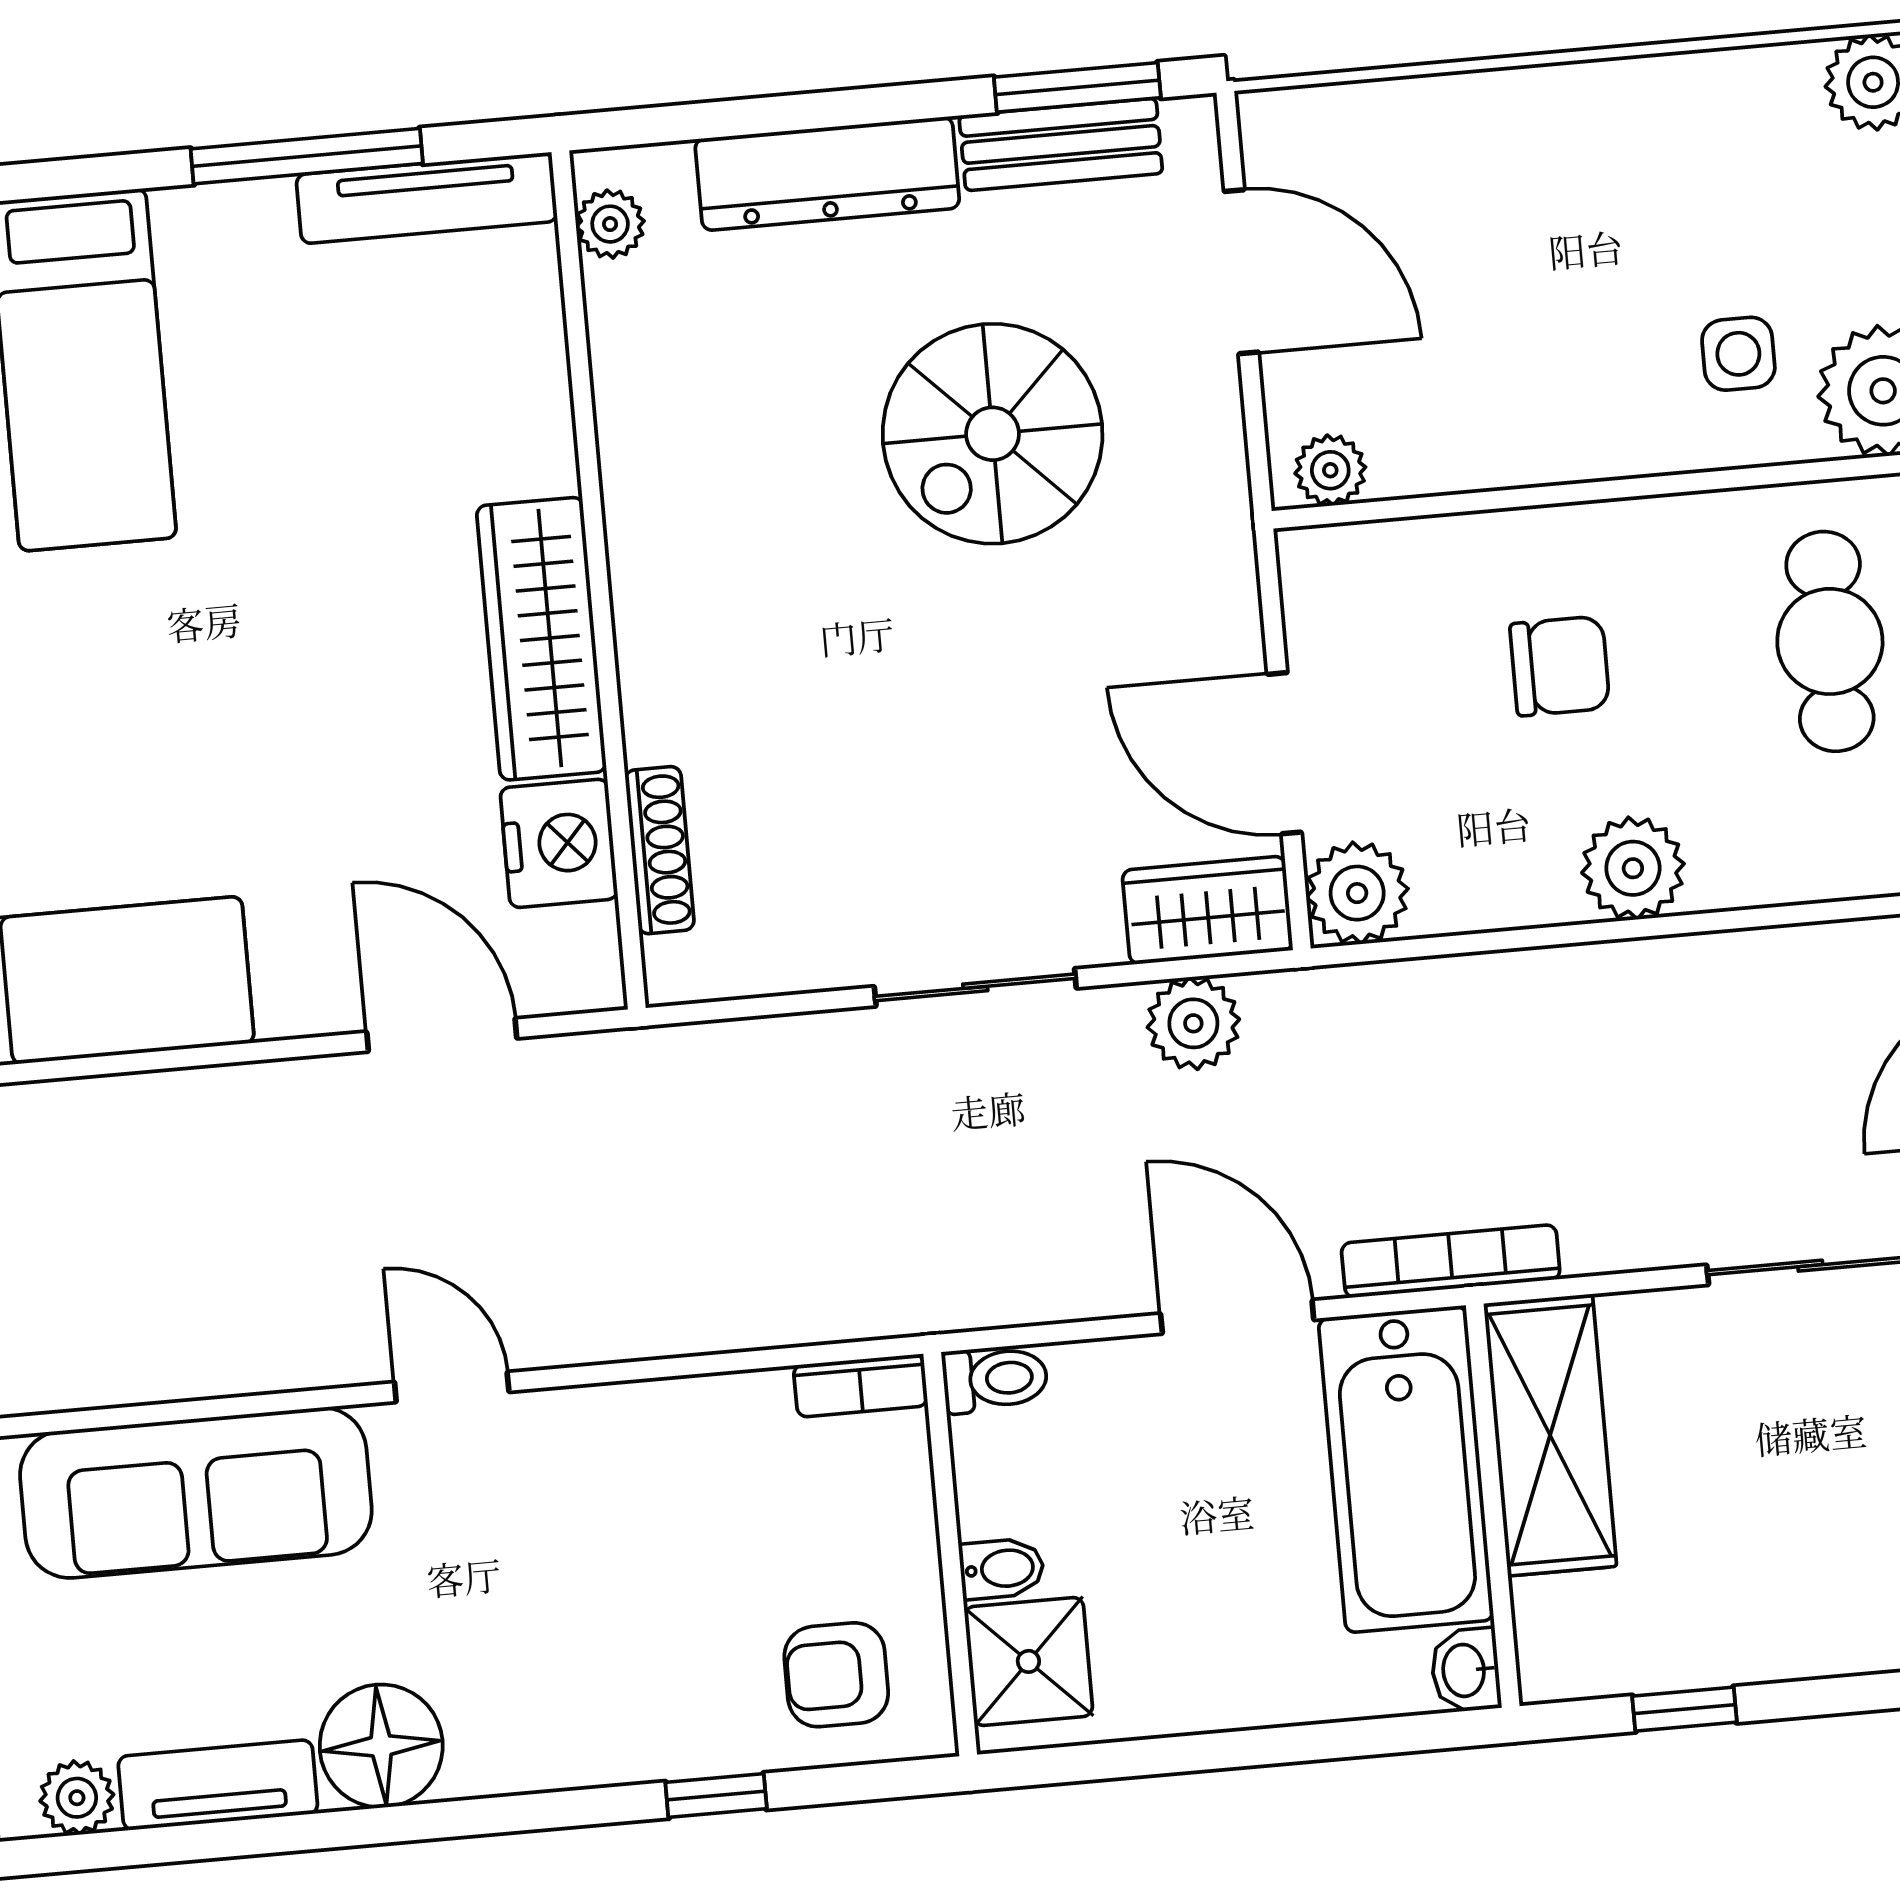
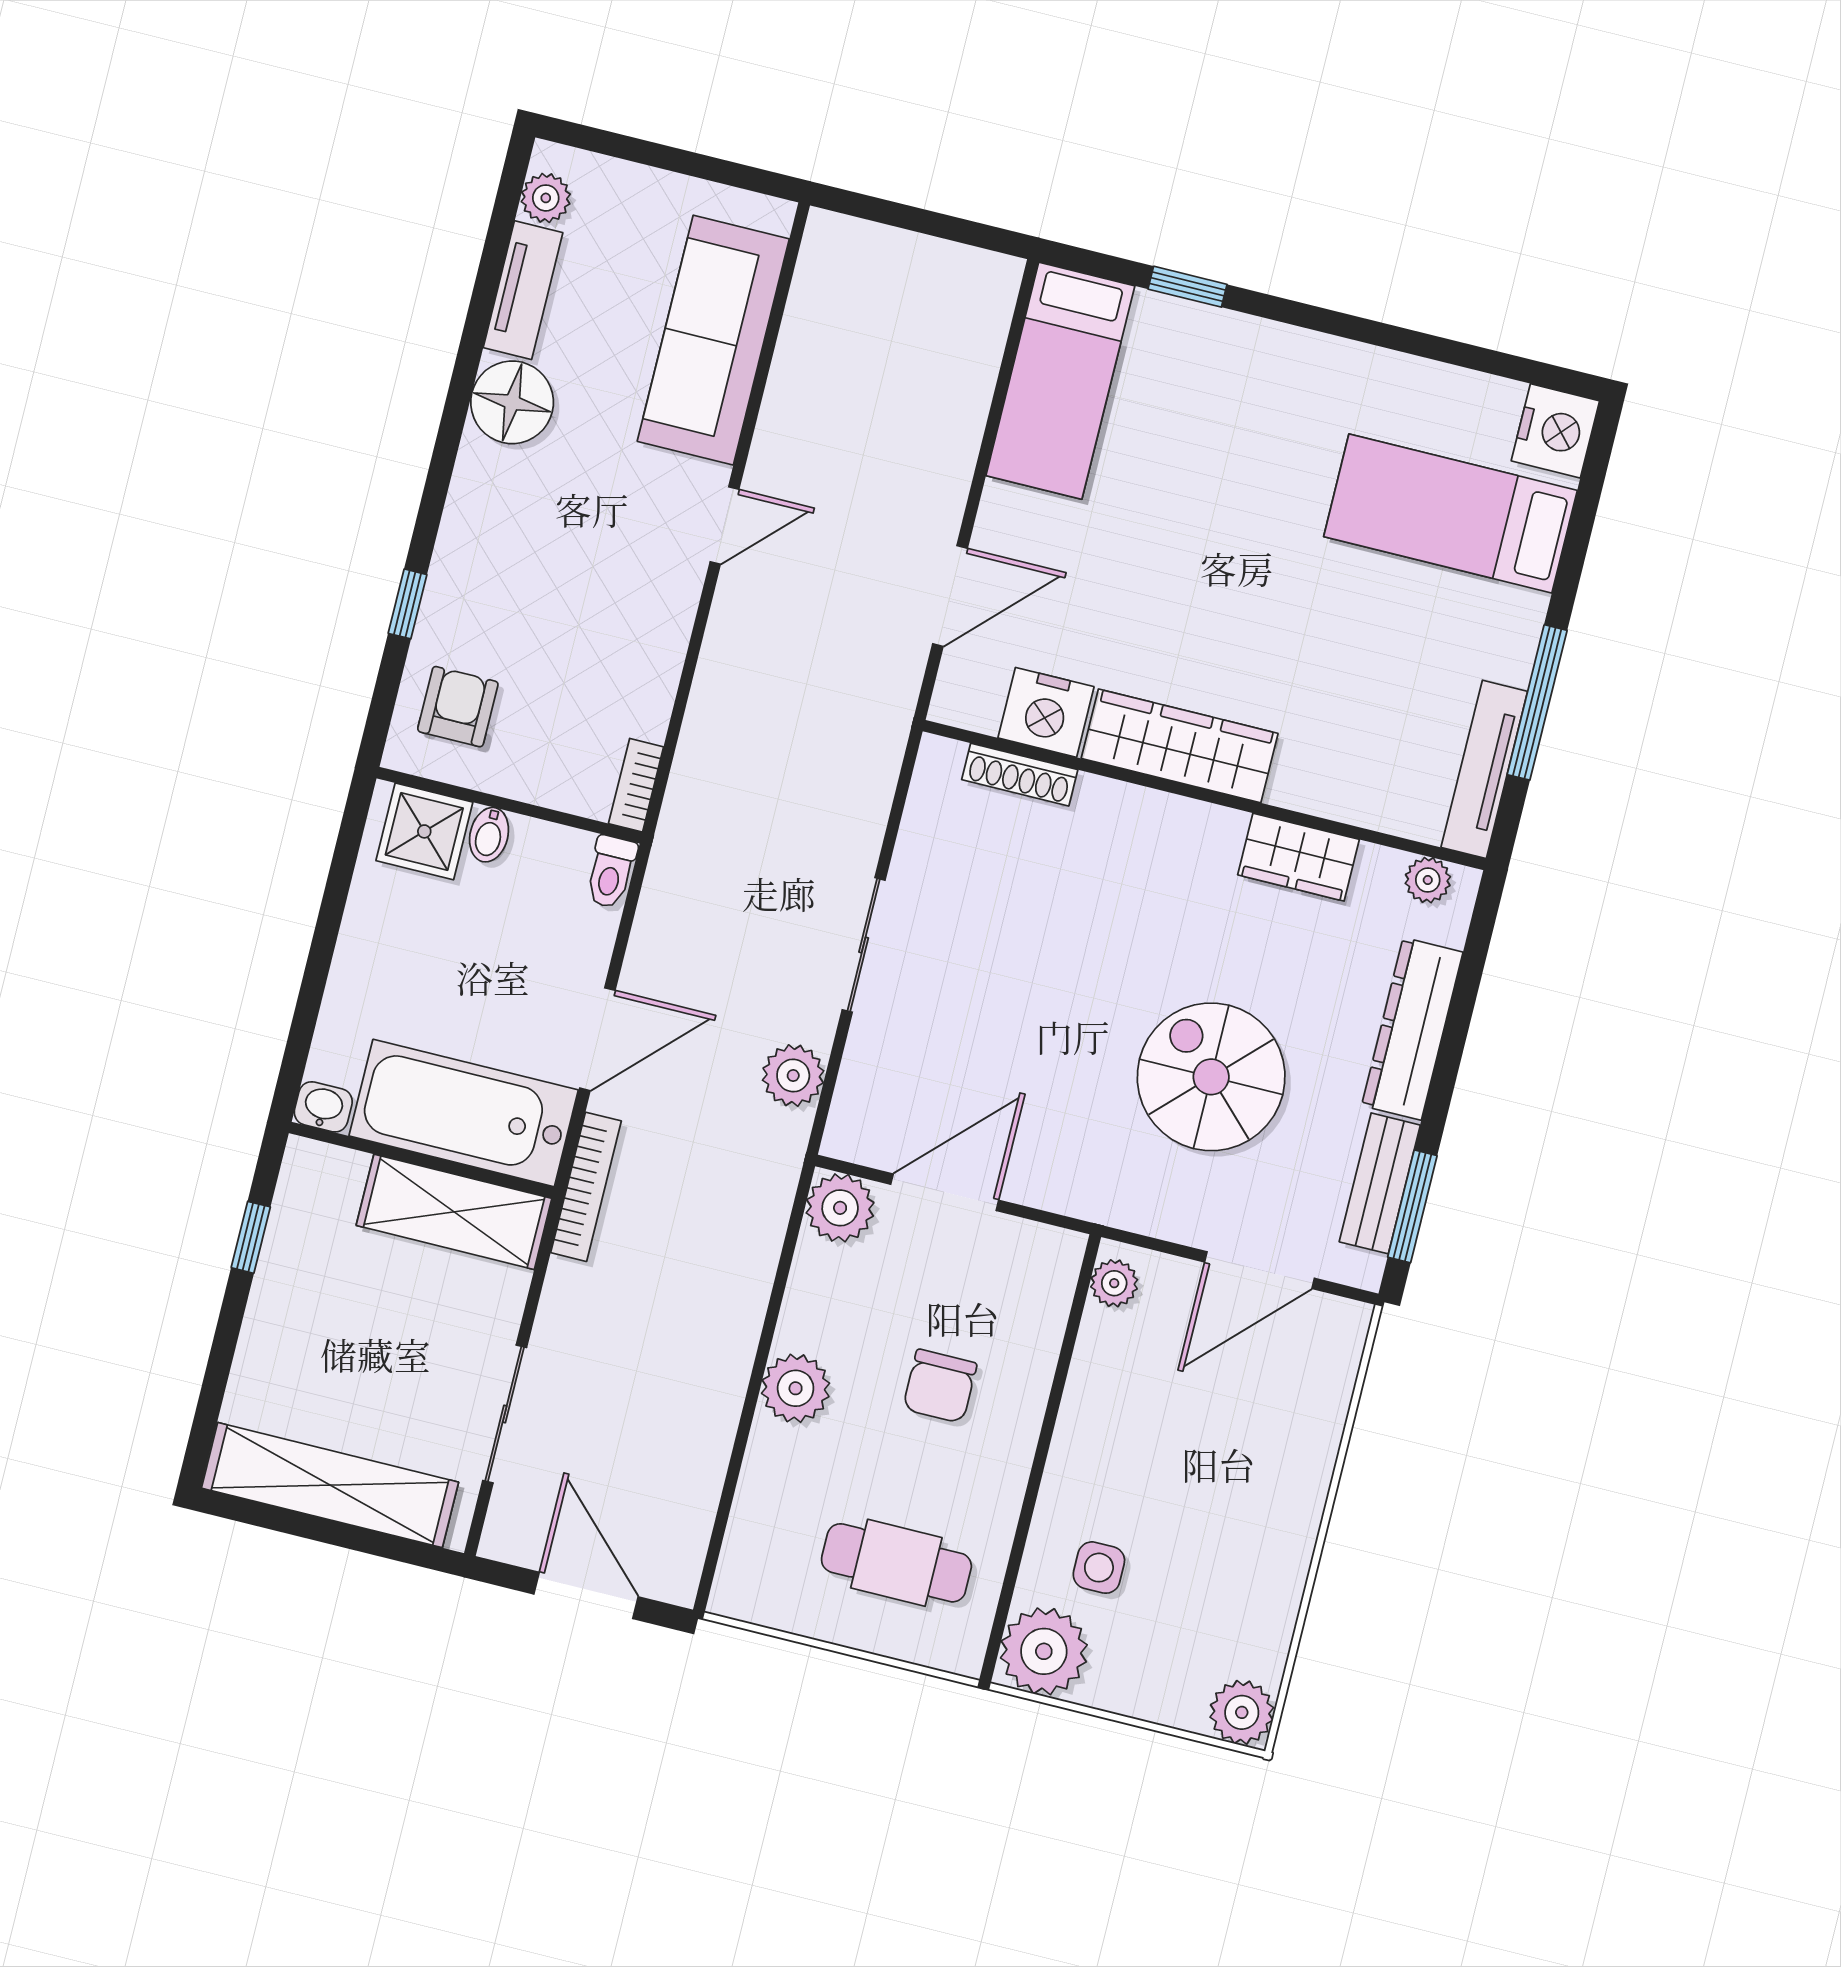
wardrobe: (1207, 910) -> (1299, 857), moved, turned 90

